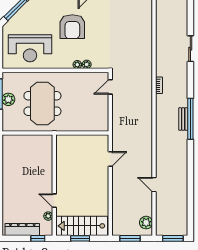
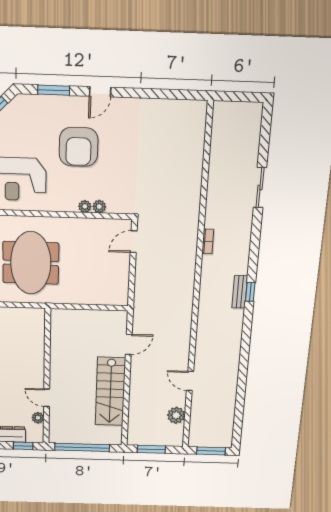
window: (190, 119) -> (250, 292), width x0.32
plant: (146, 223) -> (176, 415), moved
stairs: (82, 226) -> (110, 392), moved, turned -90
window: (80, 238) -> (82, 447), width x2.11

